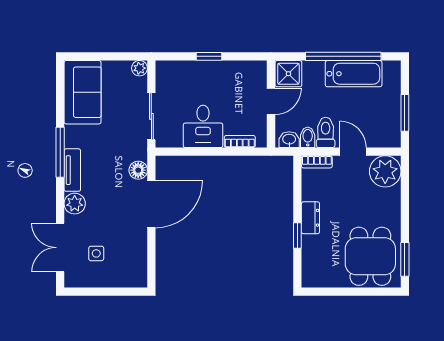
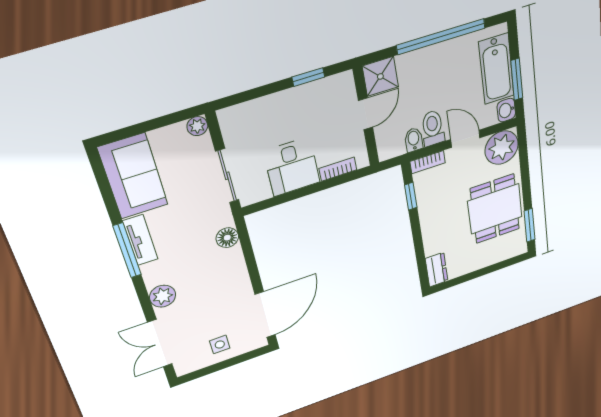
window: (209, 56) -> (308, 77), moved
bathtub: (354, 74) -> (496, 69), moved, turned 90
washbasin: (289, 140) -> (506, 110), moved, turned -90
tv unit: (72, 170) -> (140, 240), moved
door: (151, 204) -> (265, 315), moved
dresser: (310, 218) -> (437, 270), moved
window: (297, 236) -> (411, 196), moved
side table: (96, 253) -> (220, 345), moved
dining table: (370, 256) -> (495, 209), moved

